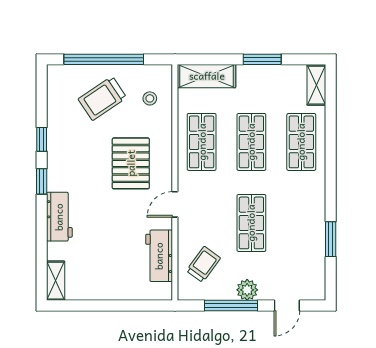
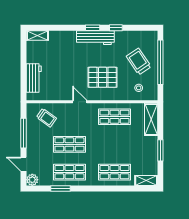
shop shelf: (251, 142) -> (69, 172), moved
workbench: (59, 217) -> (95, 38), moved, width x1.37
workbench: (159, 256) -> (34, 78), moved, turned 90
plant: (247, 290) -> (32, 180), moved

